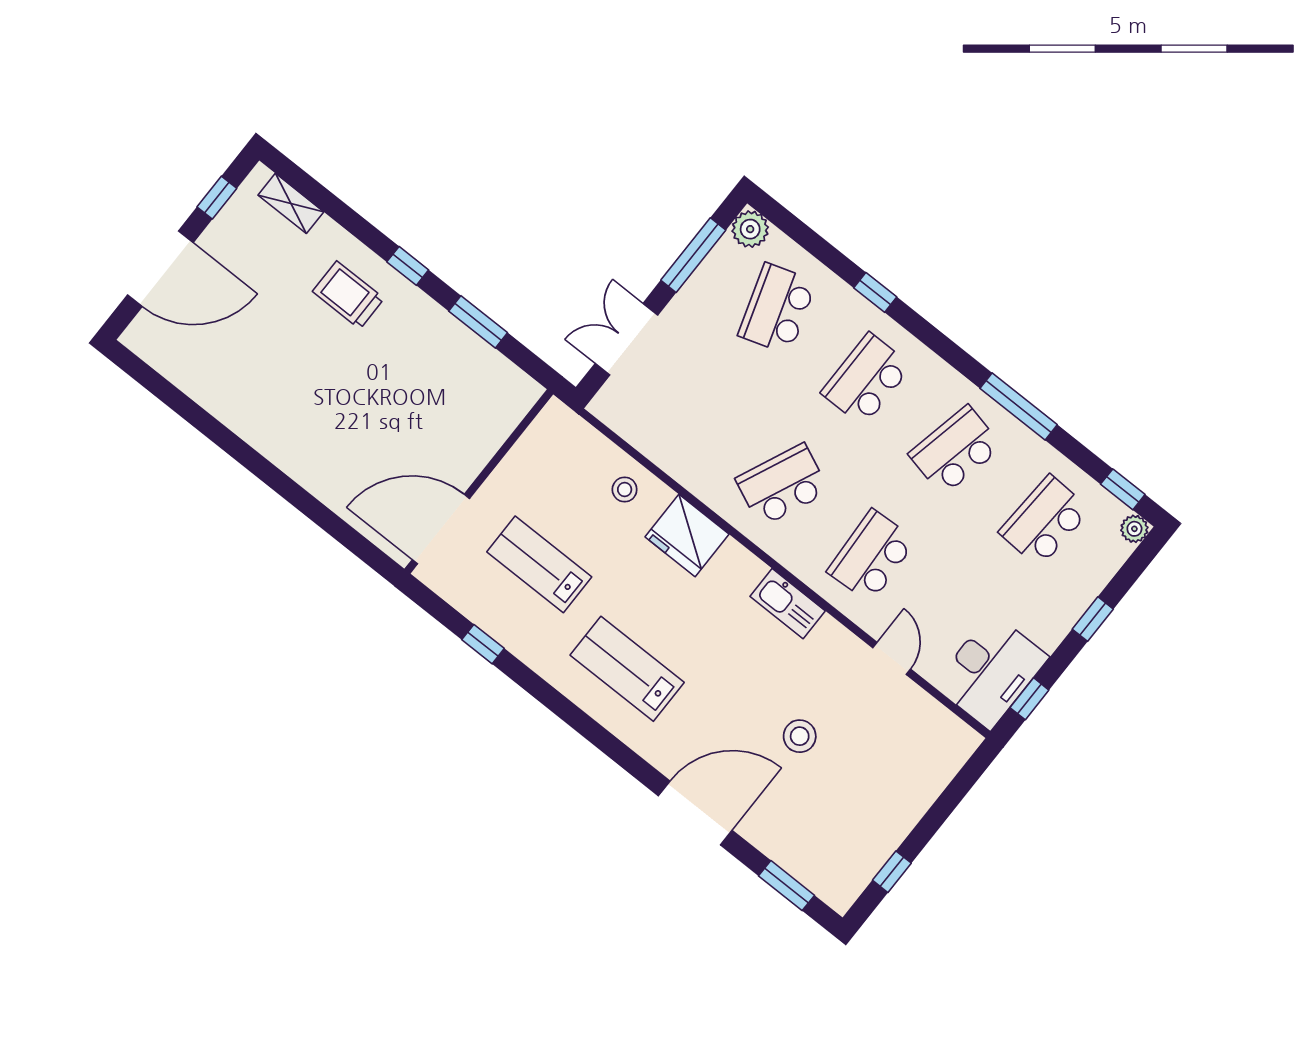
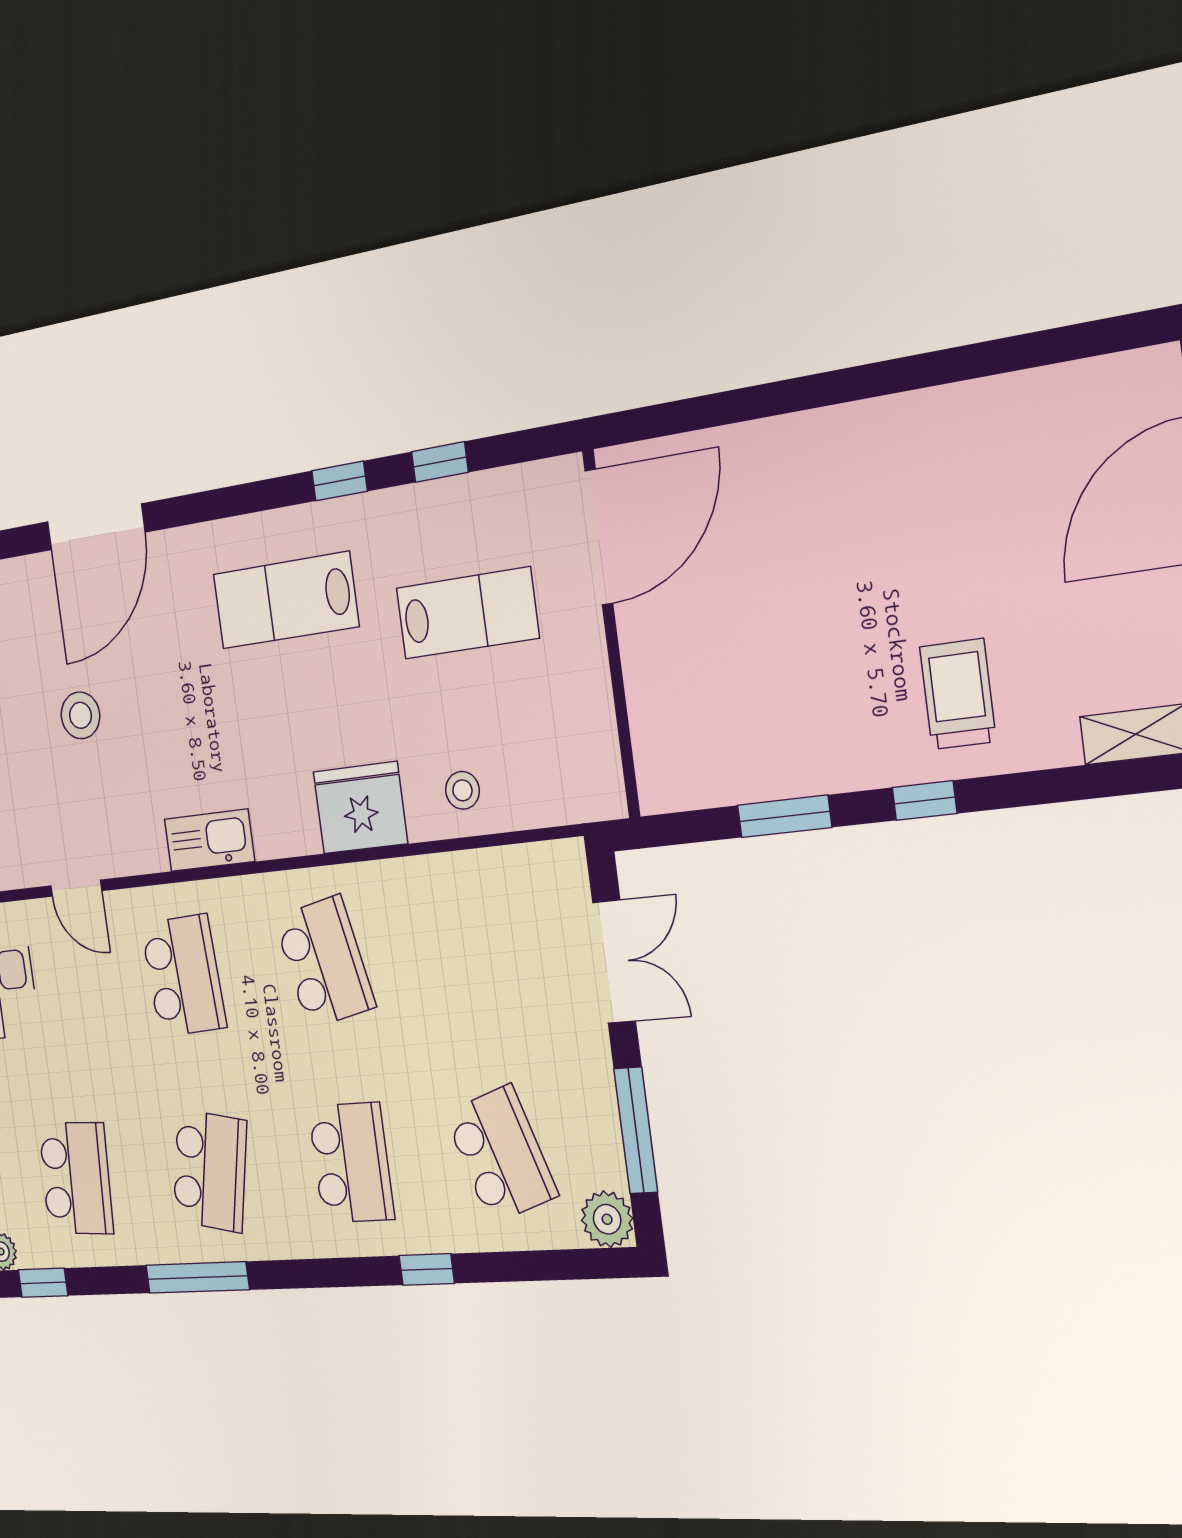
trolley: (348, 295) -> (958, 694), turned -90
school desk: (782, 485) -> (325, 962), turned -36
lab bench: (627, 669) -> (286, 600), turned 180
window: (542, 691) -> (339, 481), added

